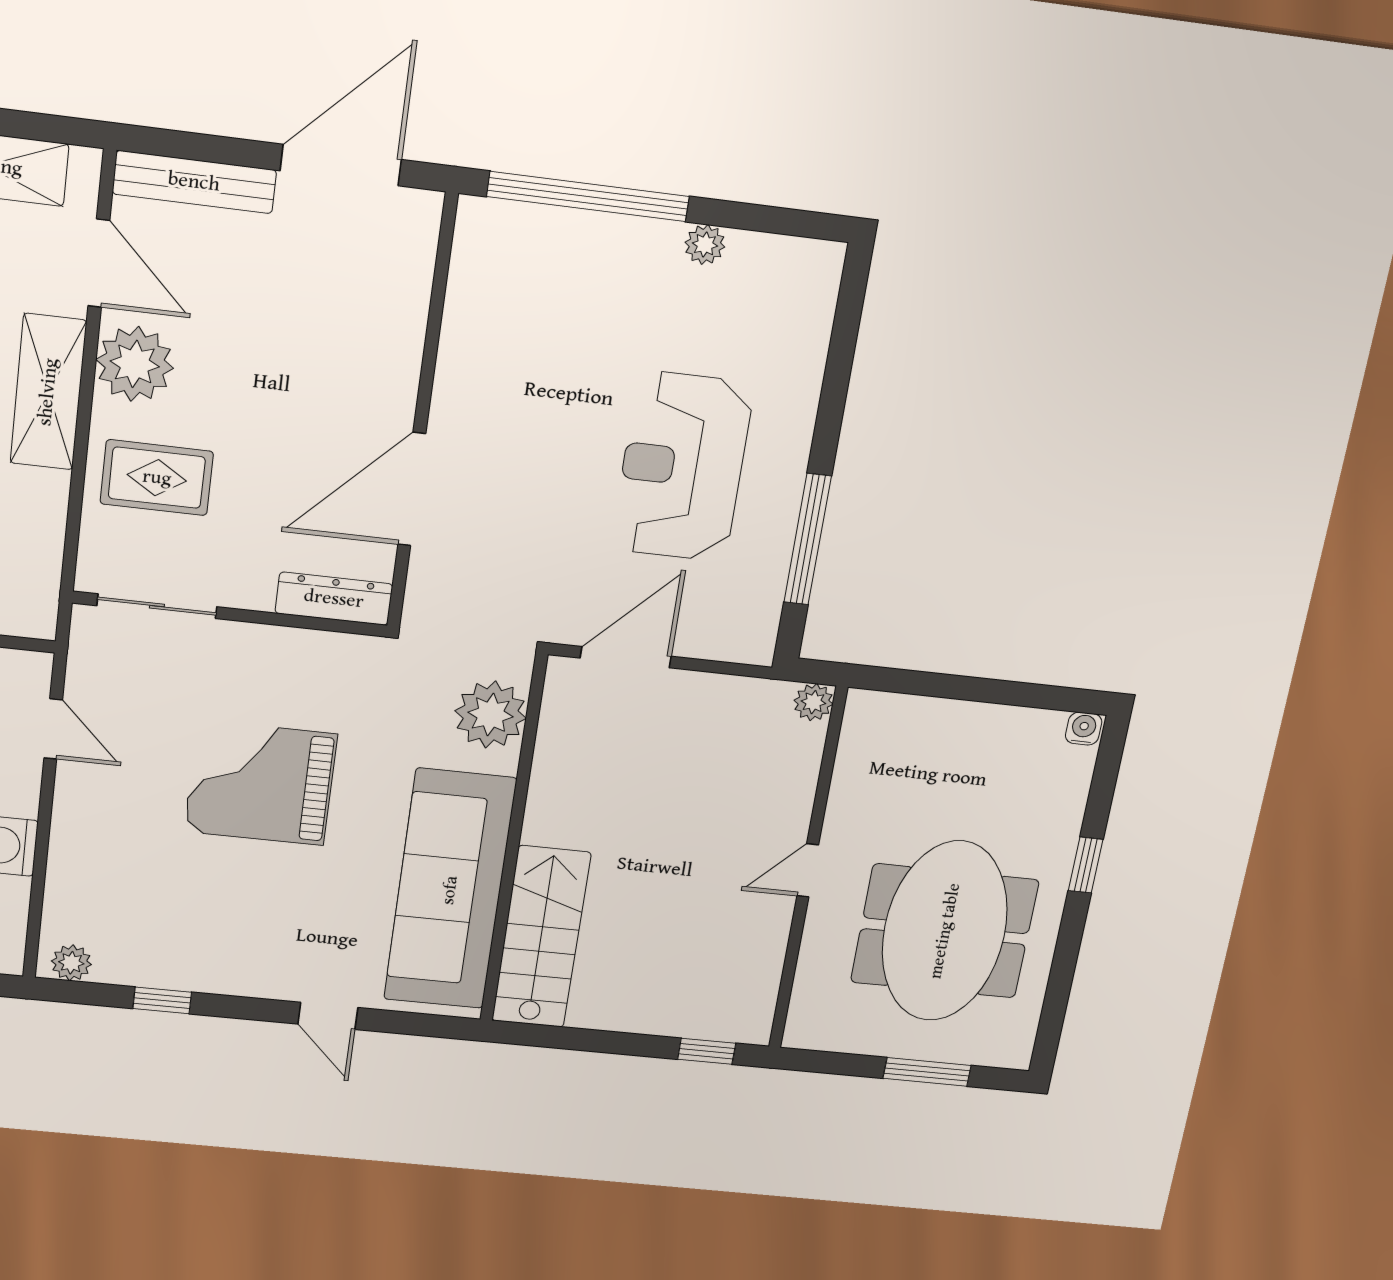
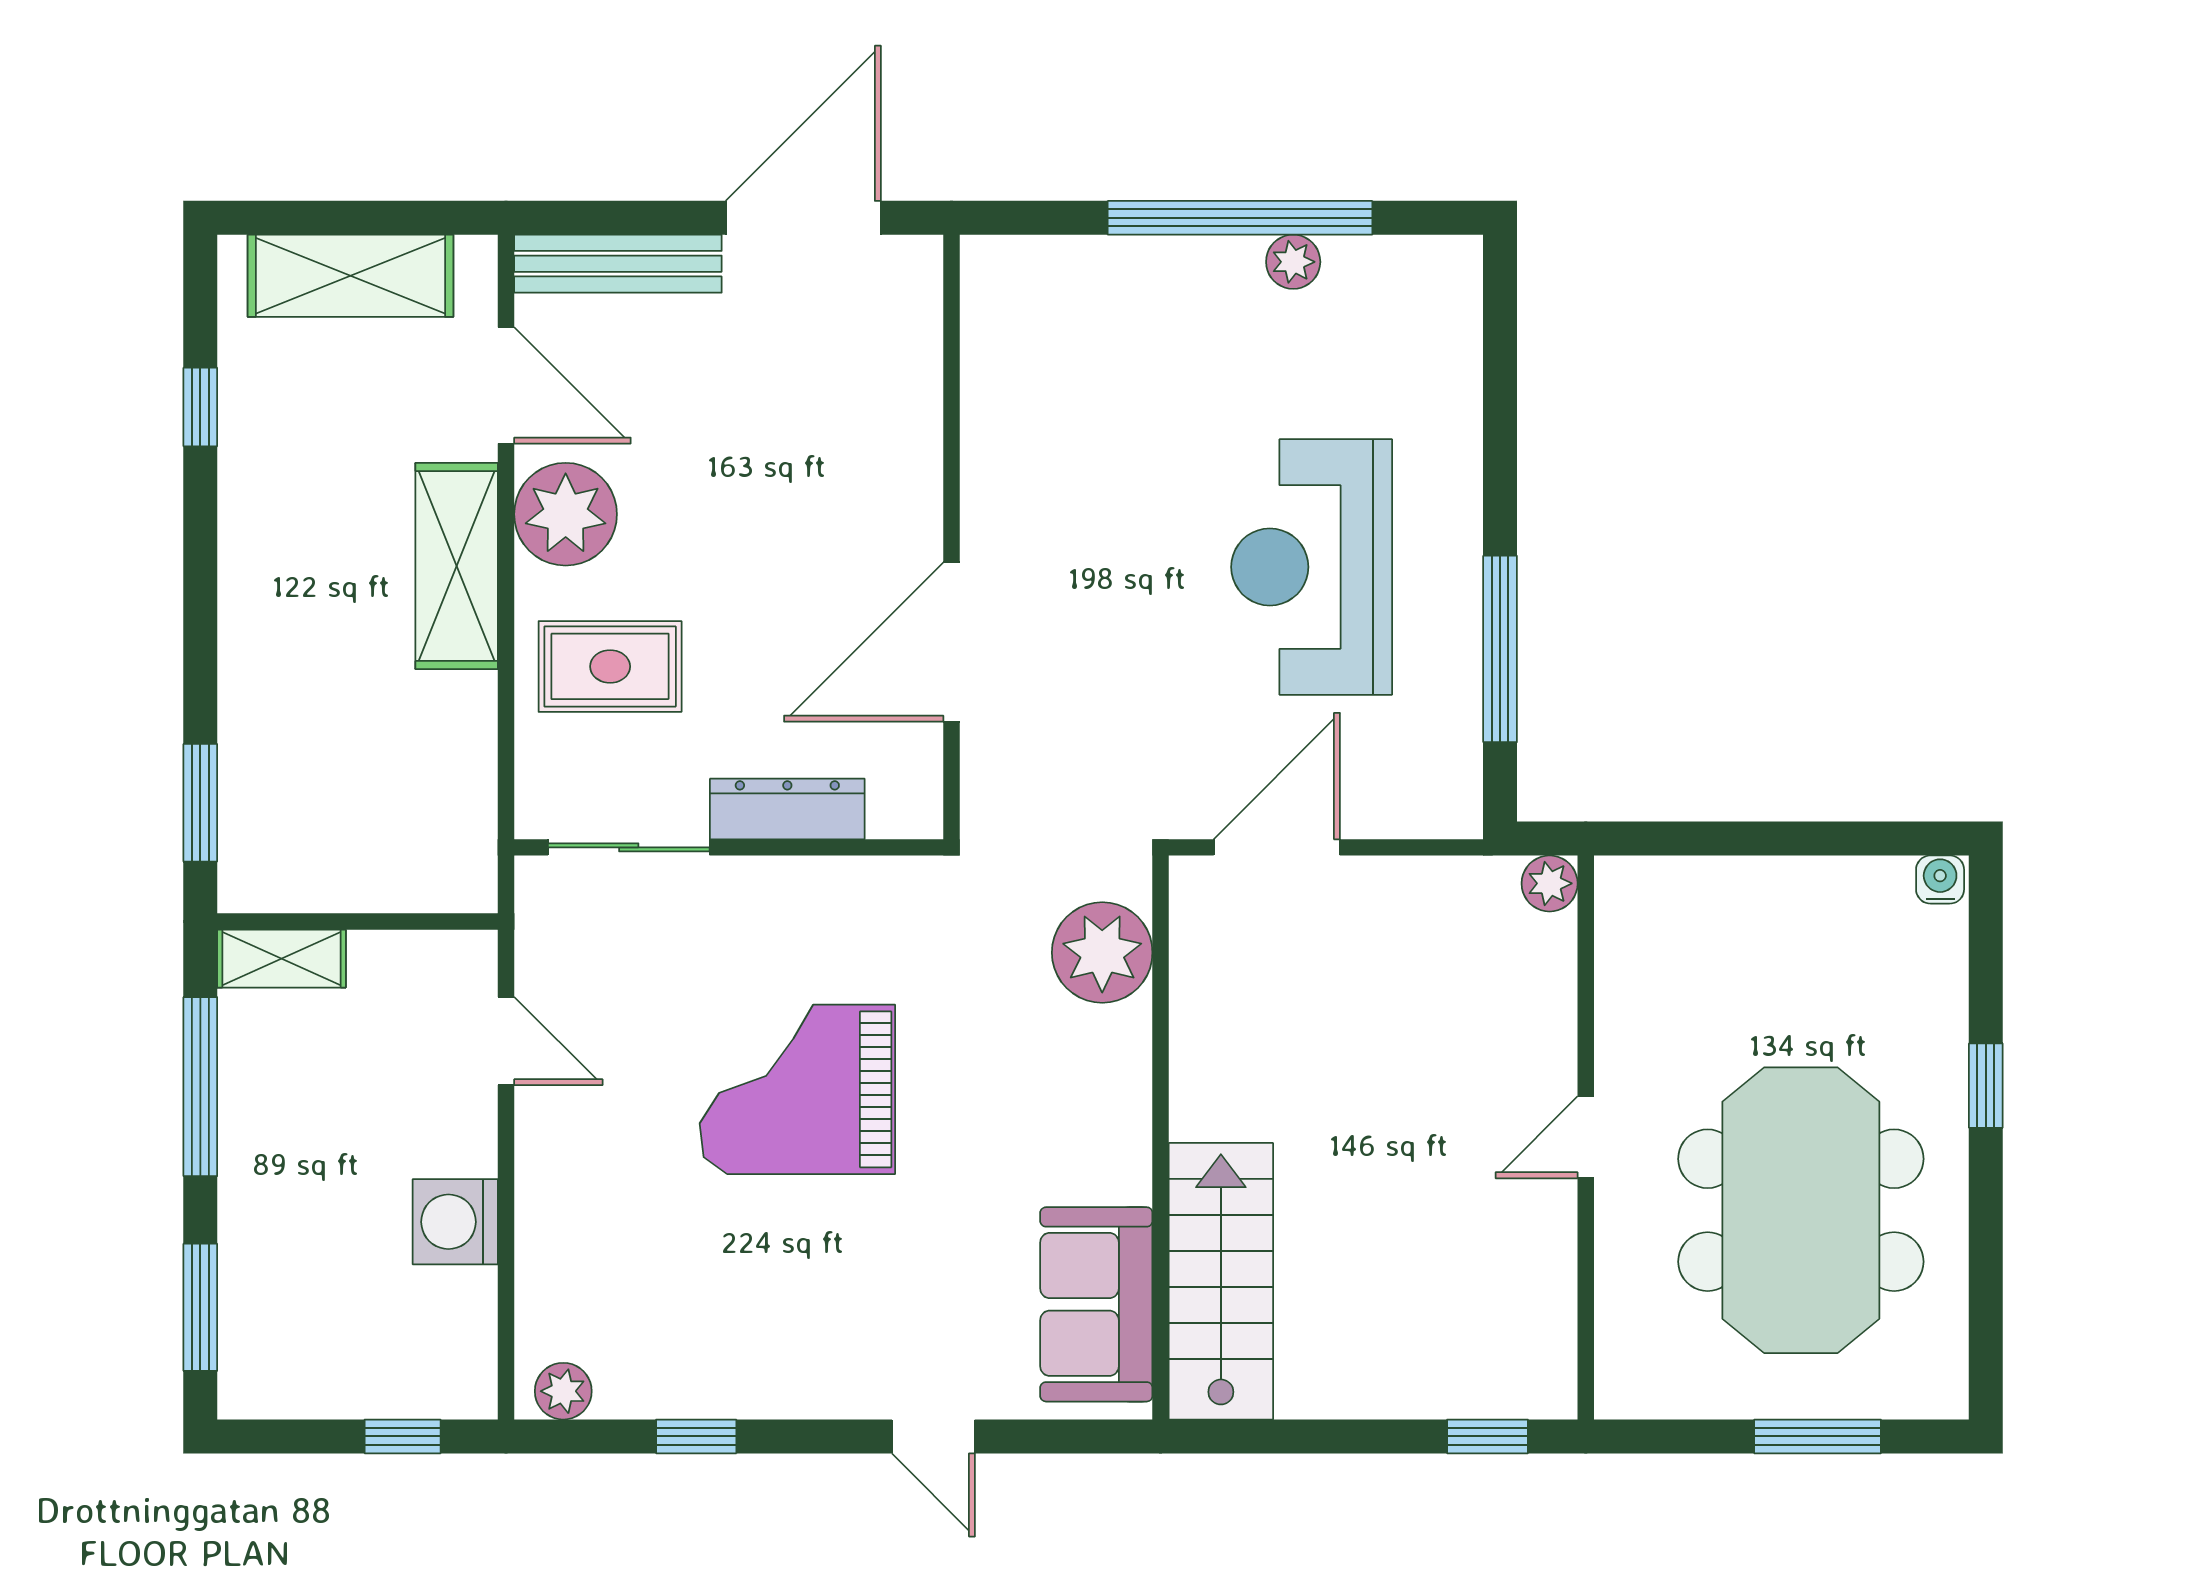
window: (588, 196) -> (1240, 218), moved
dresser: (334, 599) -> (787, 809), moved
sofa: (450, 890) -> (1096, 1304), width x0.54, depth x0.79

